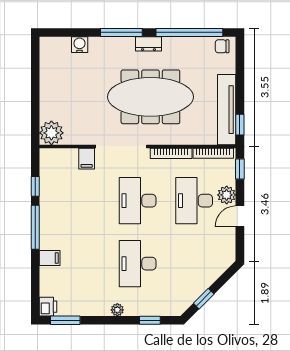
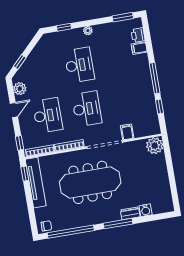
dresser: (148, 44) -> (130, 213), moved
plant: (227, 195) -> (20, 89), moved
filing cabinet: (50, 258) -> (139, 48), moved
window: (204, 299) -> (20, 62), moved
printer: (48, 307) -> (138, 35), moved

